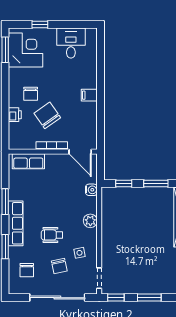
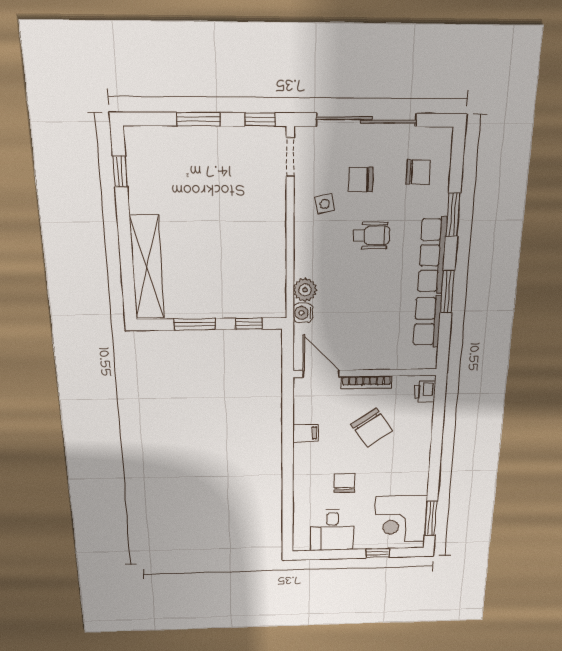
chair: (31, 94) -> (344, 483), moved
filing cabinet: (89, 95) -> (306, 433), moved
printer: (15, 115) -> (425, 391), moved
row of seats: (28, 161) -> (427, 321), moved, turned -90
plant: (90, 221) -> (305, 290), moved
chair: (59, 266) -> (361, 180), turned -78
chair: (27, 270) -> (418, 172), turned 90

